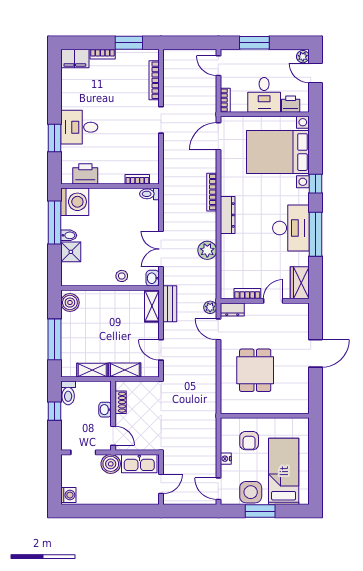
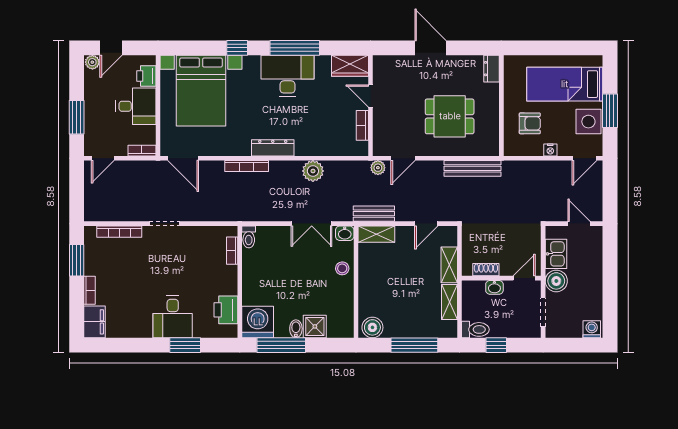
dresser: (232, 309) -> (492, 69), moved, turned 180
bench: (210, 390) -> (473, 168), added
kitchen sink: (139, 464) -> (556, 254), width x0.73

